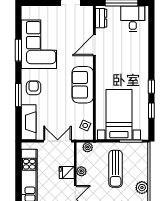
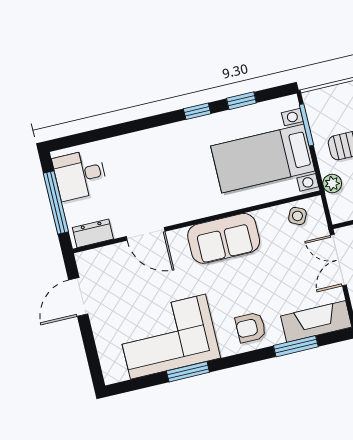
window: (18, 95) -> (296, 346), moved
plant: (88, 147) -> (332, 183), moved

